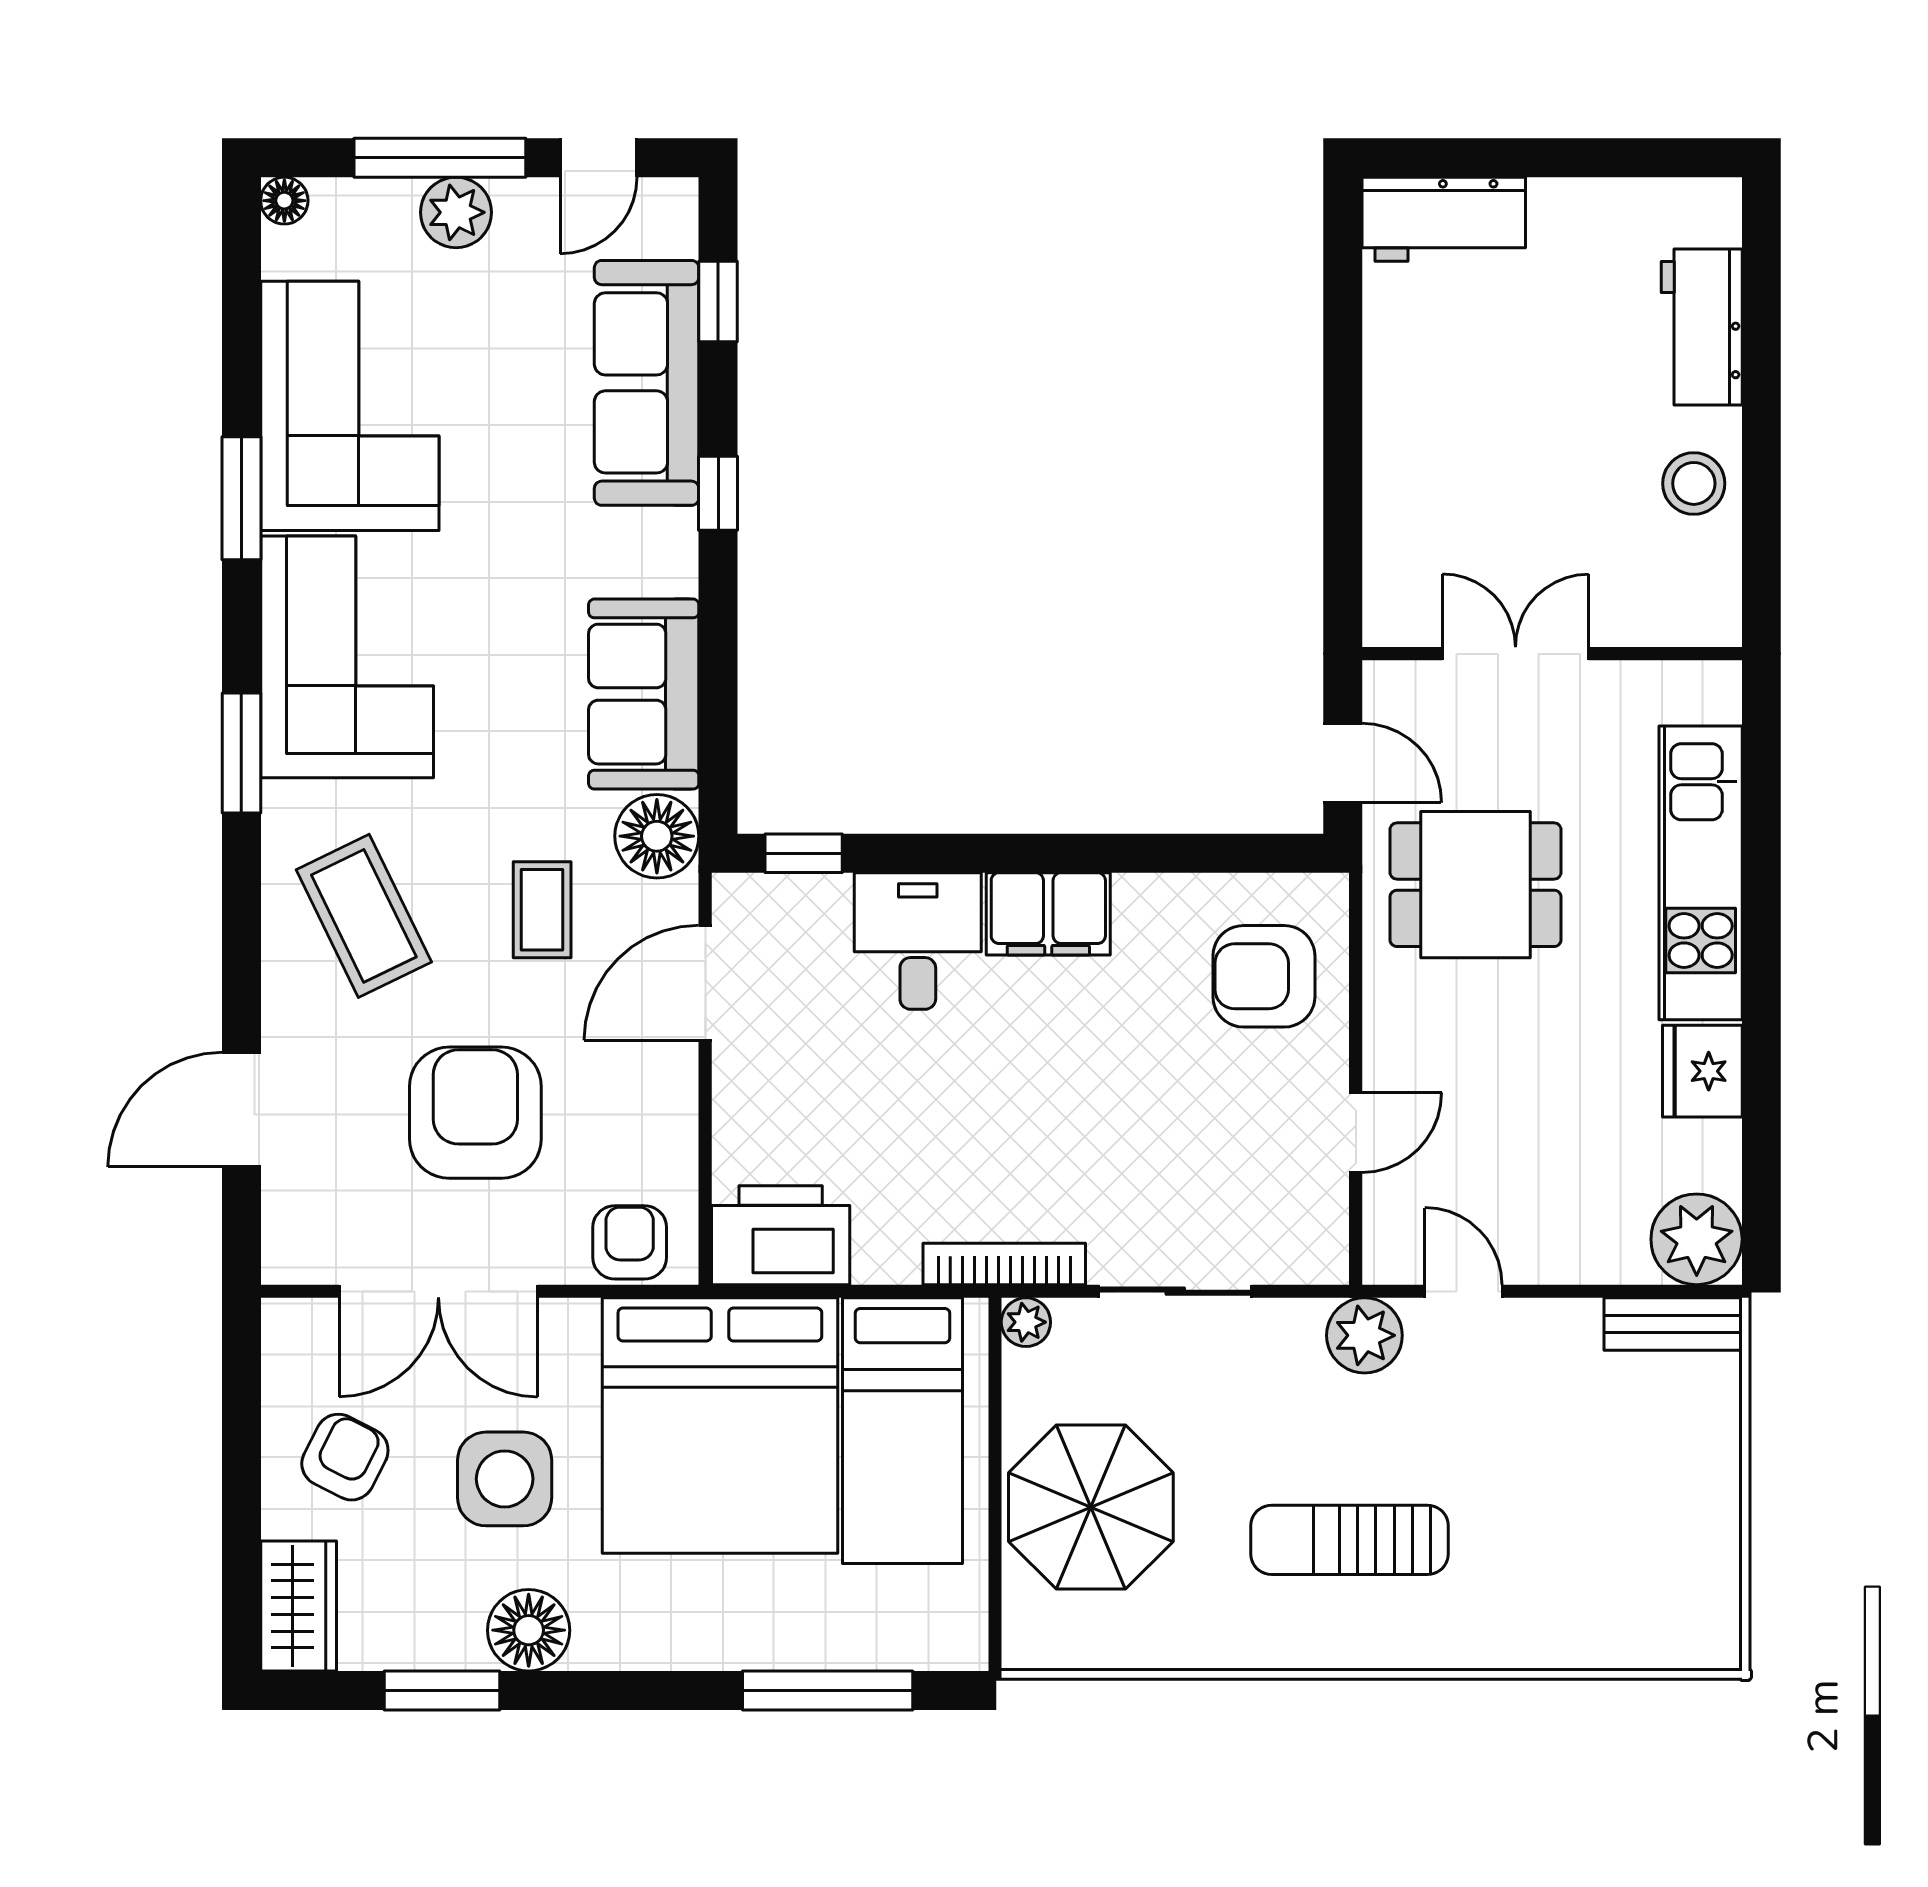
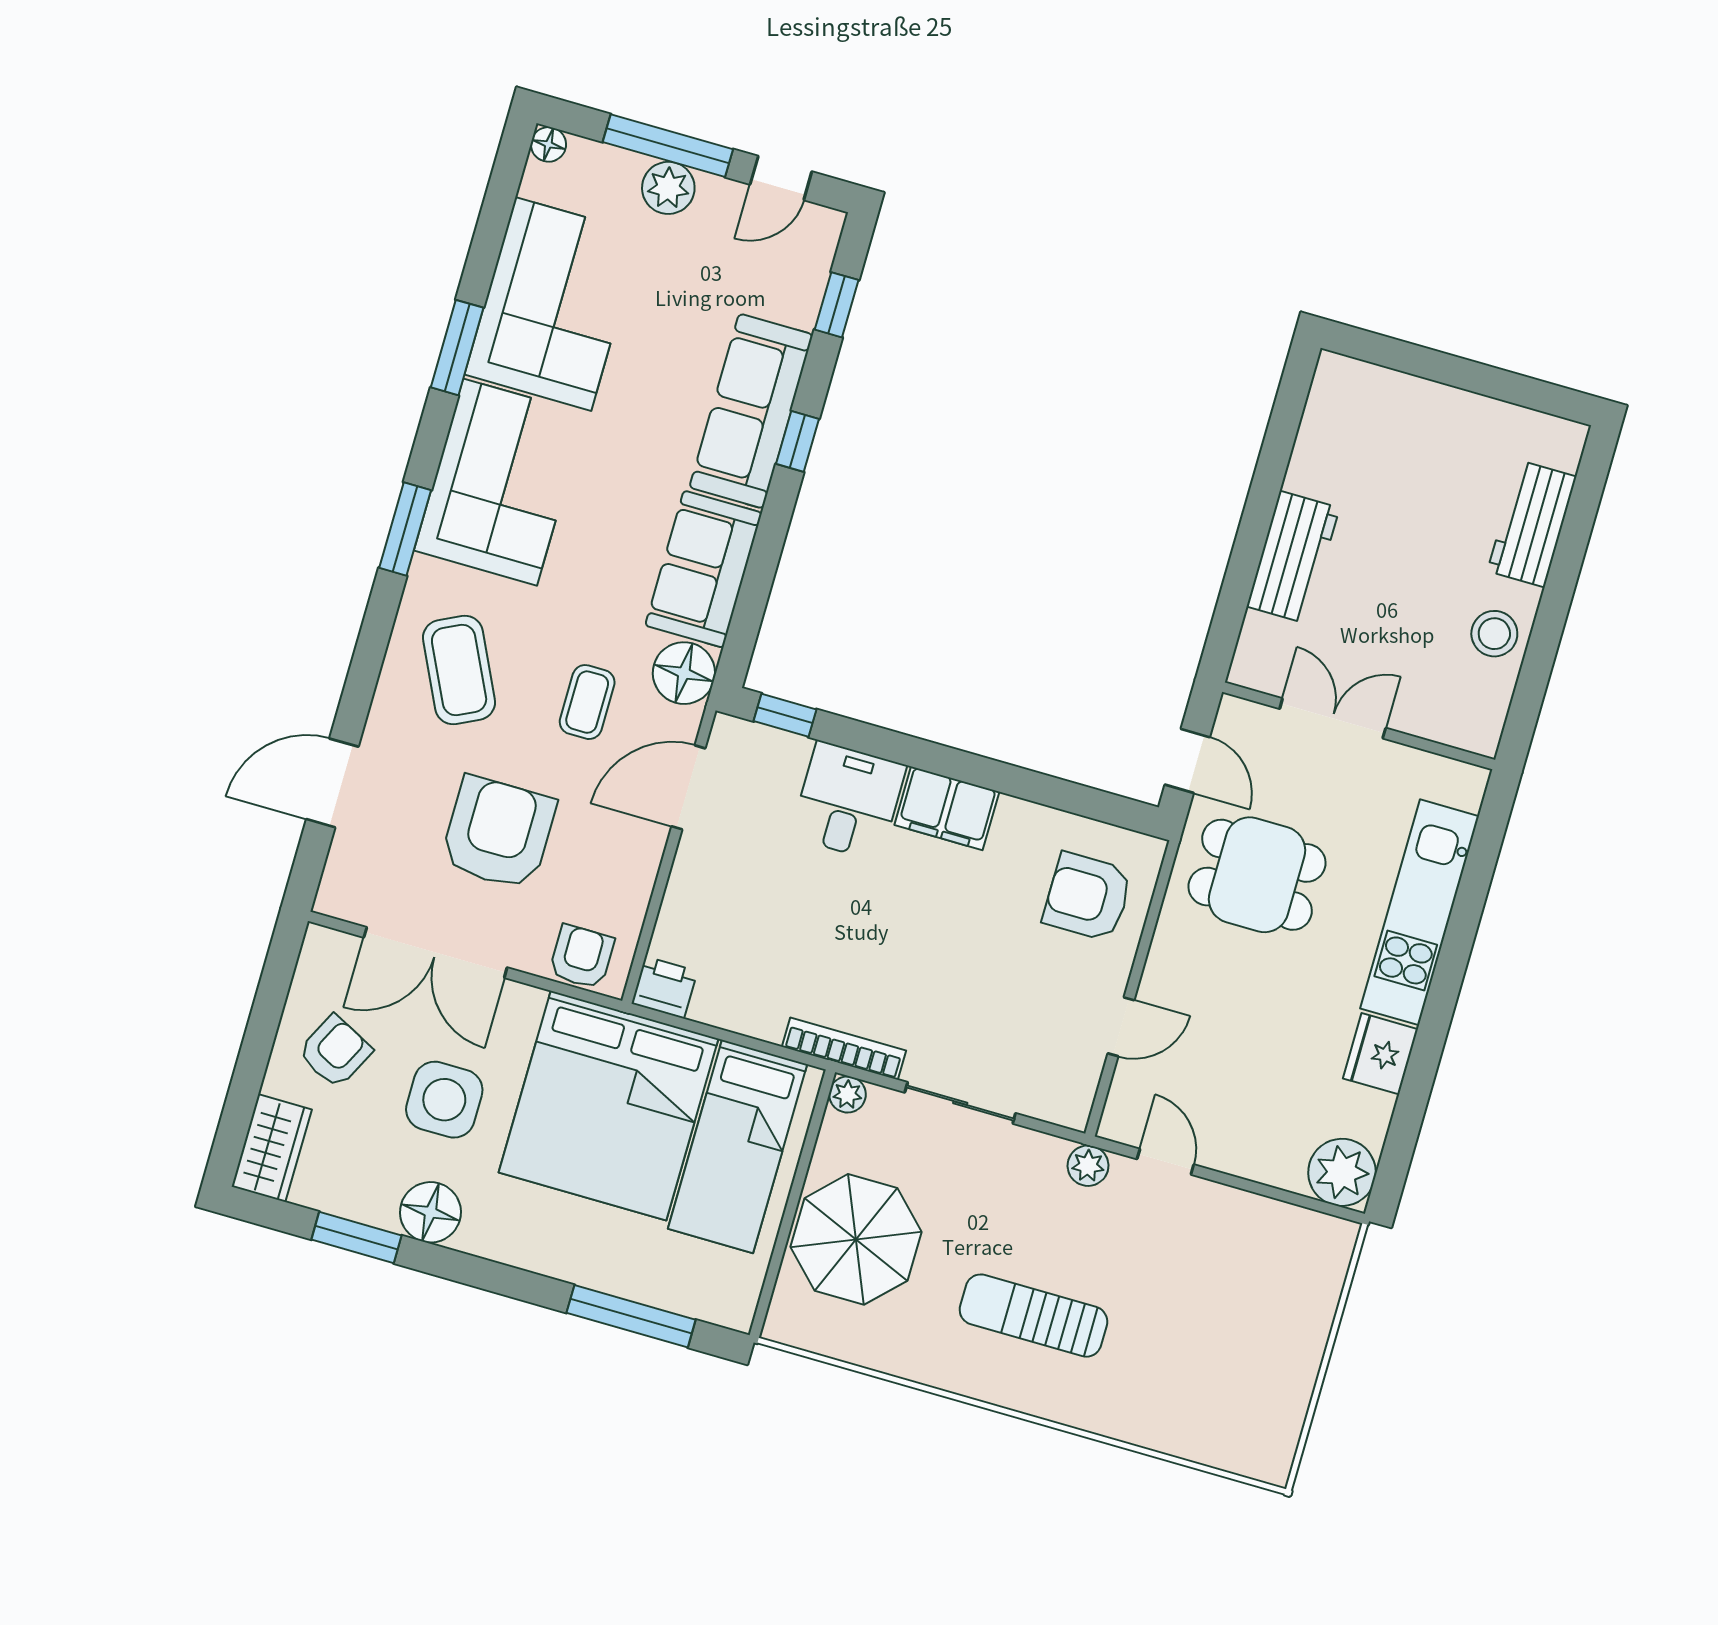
workbench: (1444, 219) -> (1293, 557), moved, turned -90
sofa: (647, 383) -> (751, 411), moved
printer: (781, 1235) -> (664, 987), width x0.53, depth x0.68
bench: (1673, 1324) -> (1308, 1228), removed
plant: (1364, 1335) -> (1088, 1166), width x0.73, depth x0.73

